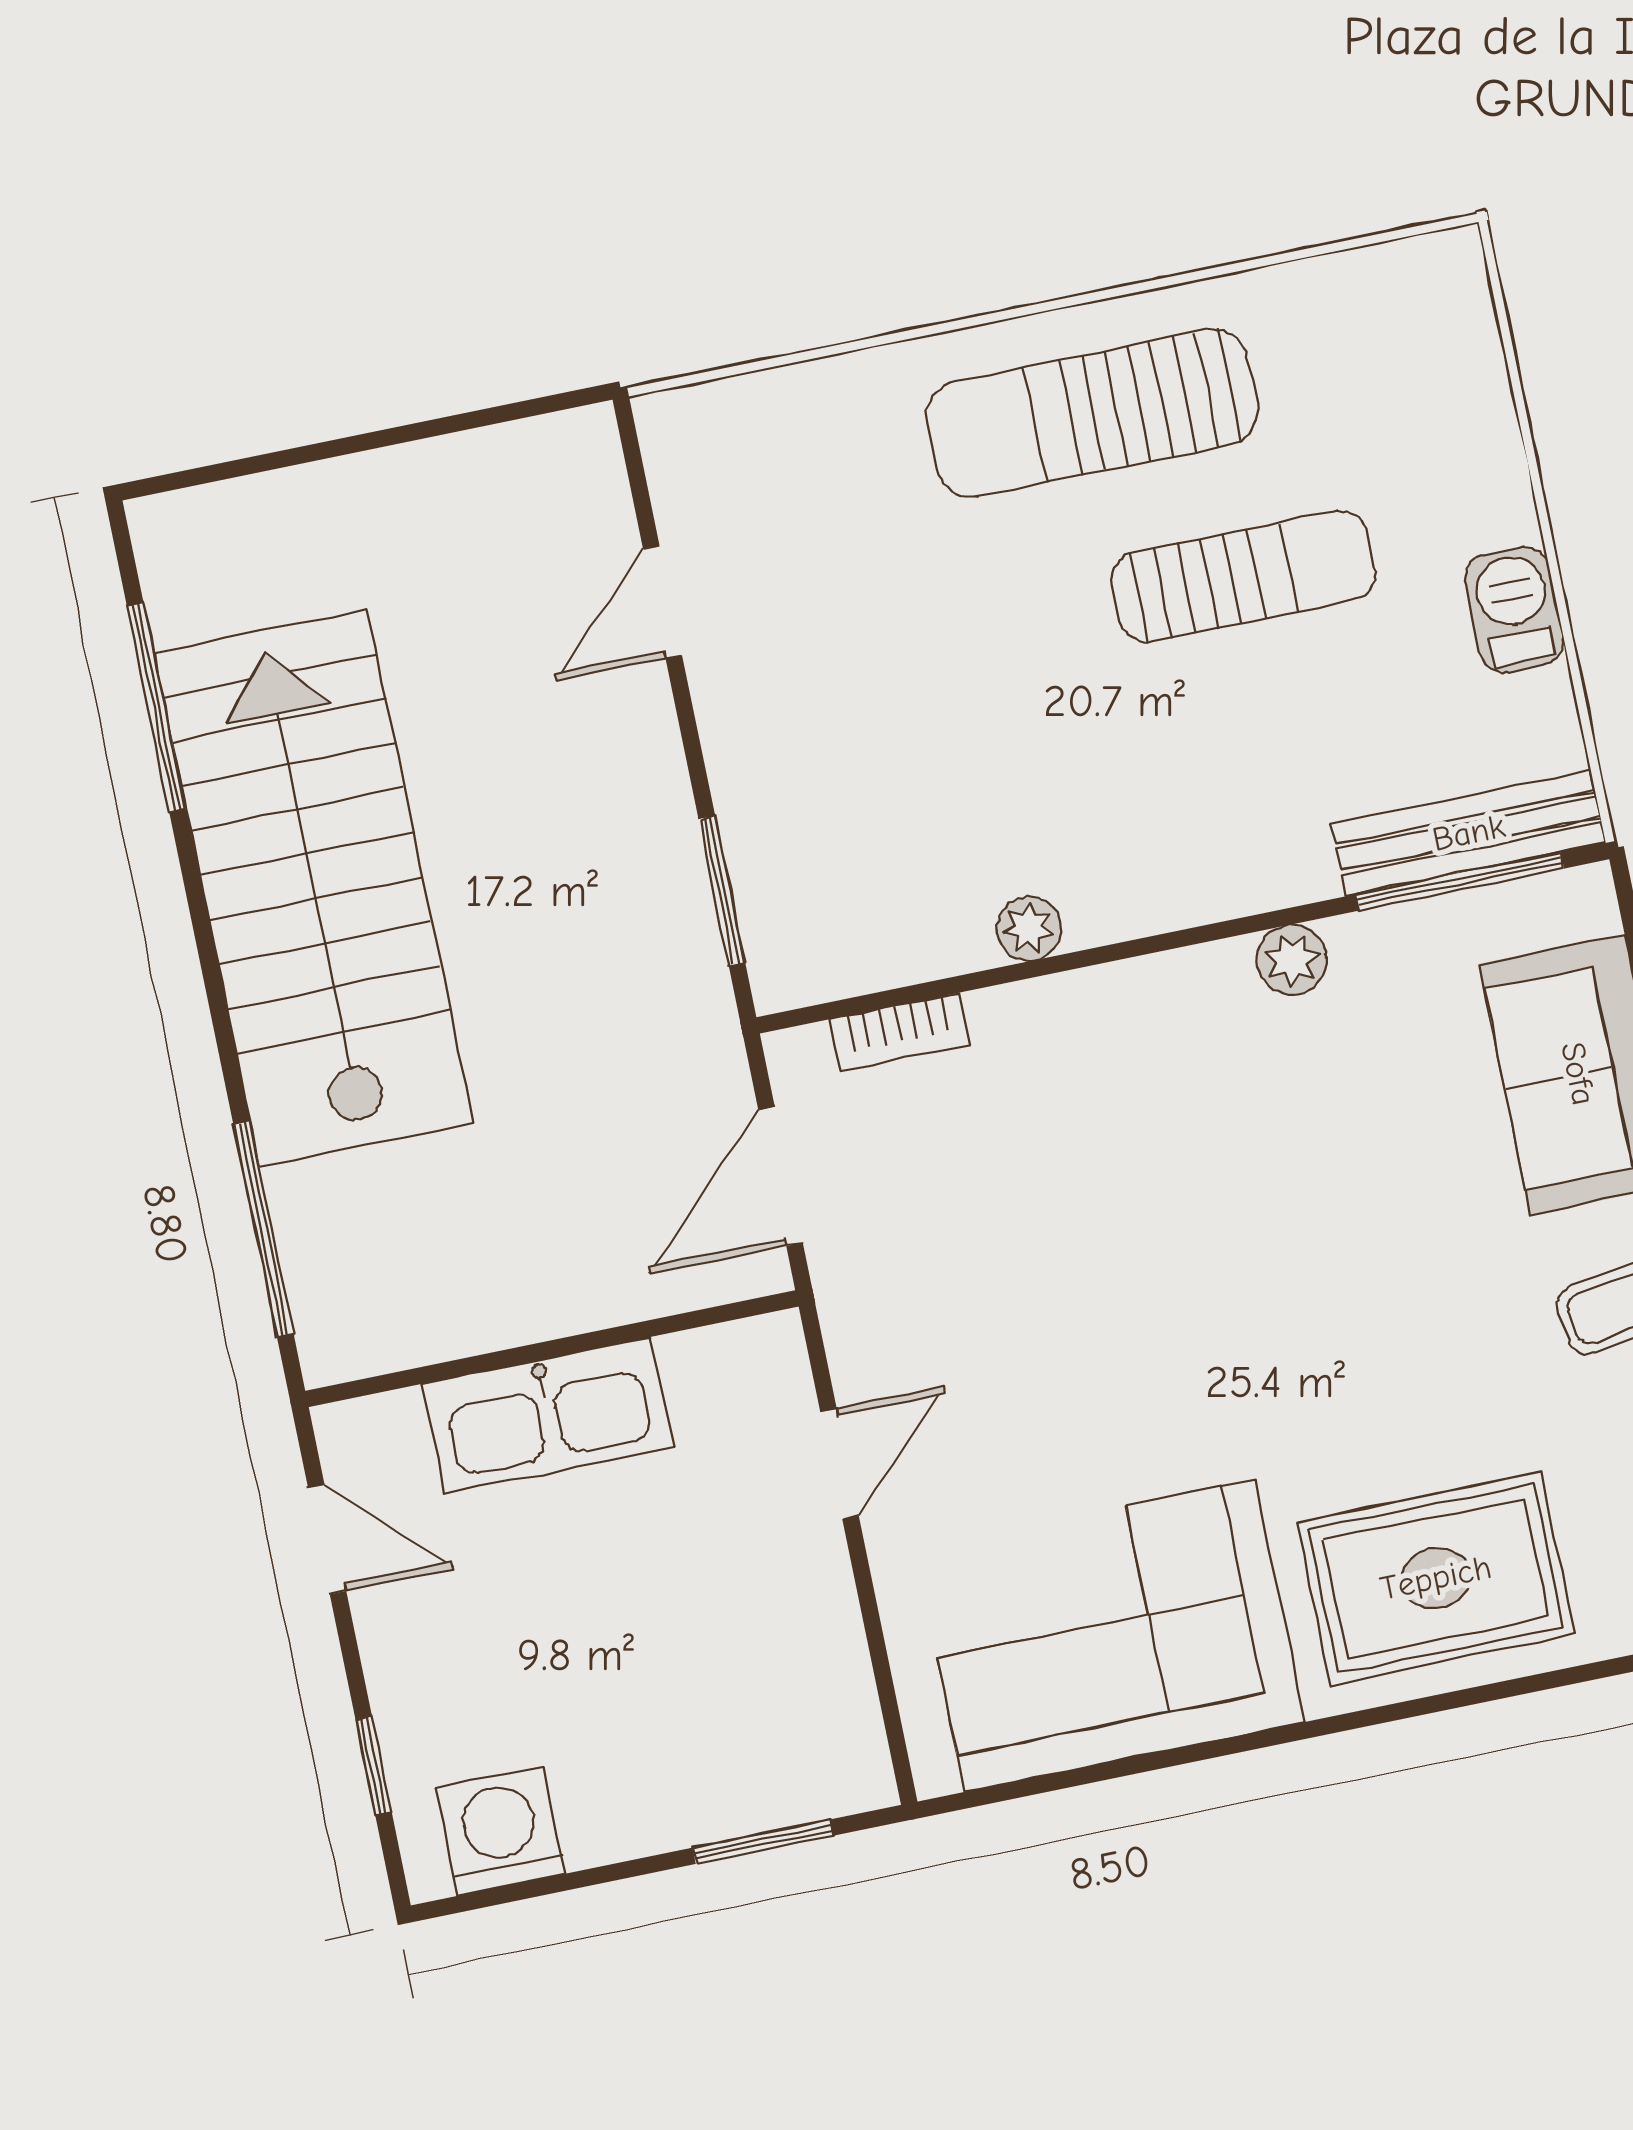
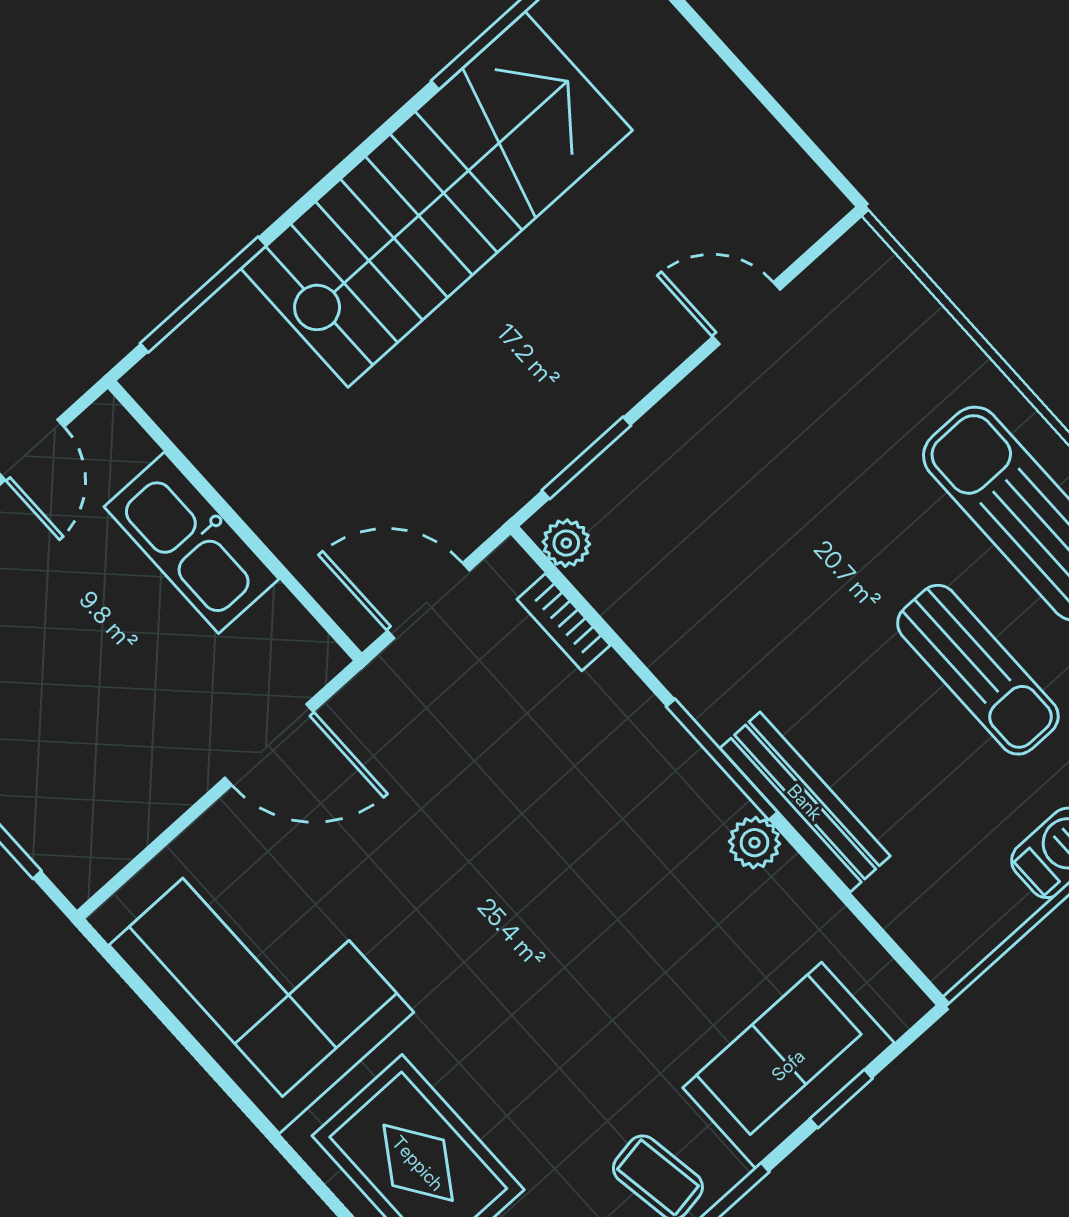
bench: (1469, 833) -> (805, 802), moved
window: (1460, 881) -> (722, 759), moved
plant: (1029, 929) -> (566, 543), moved
door: (839, 1464) -> (269, 745), width x1.38

